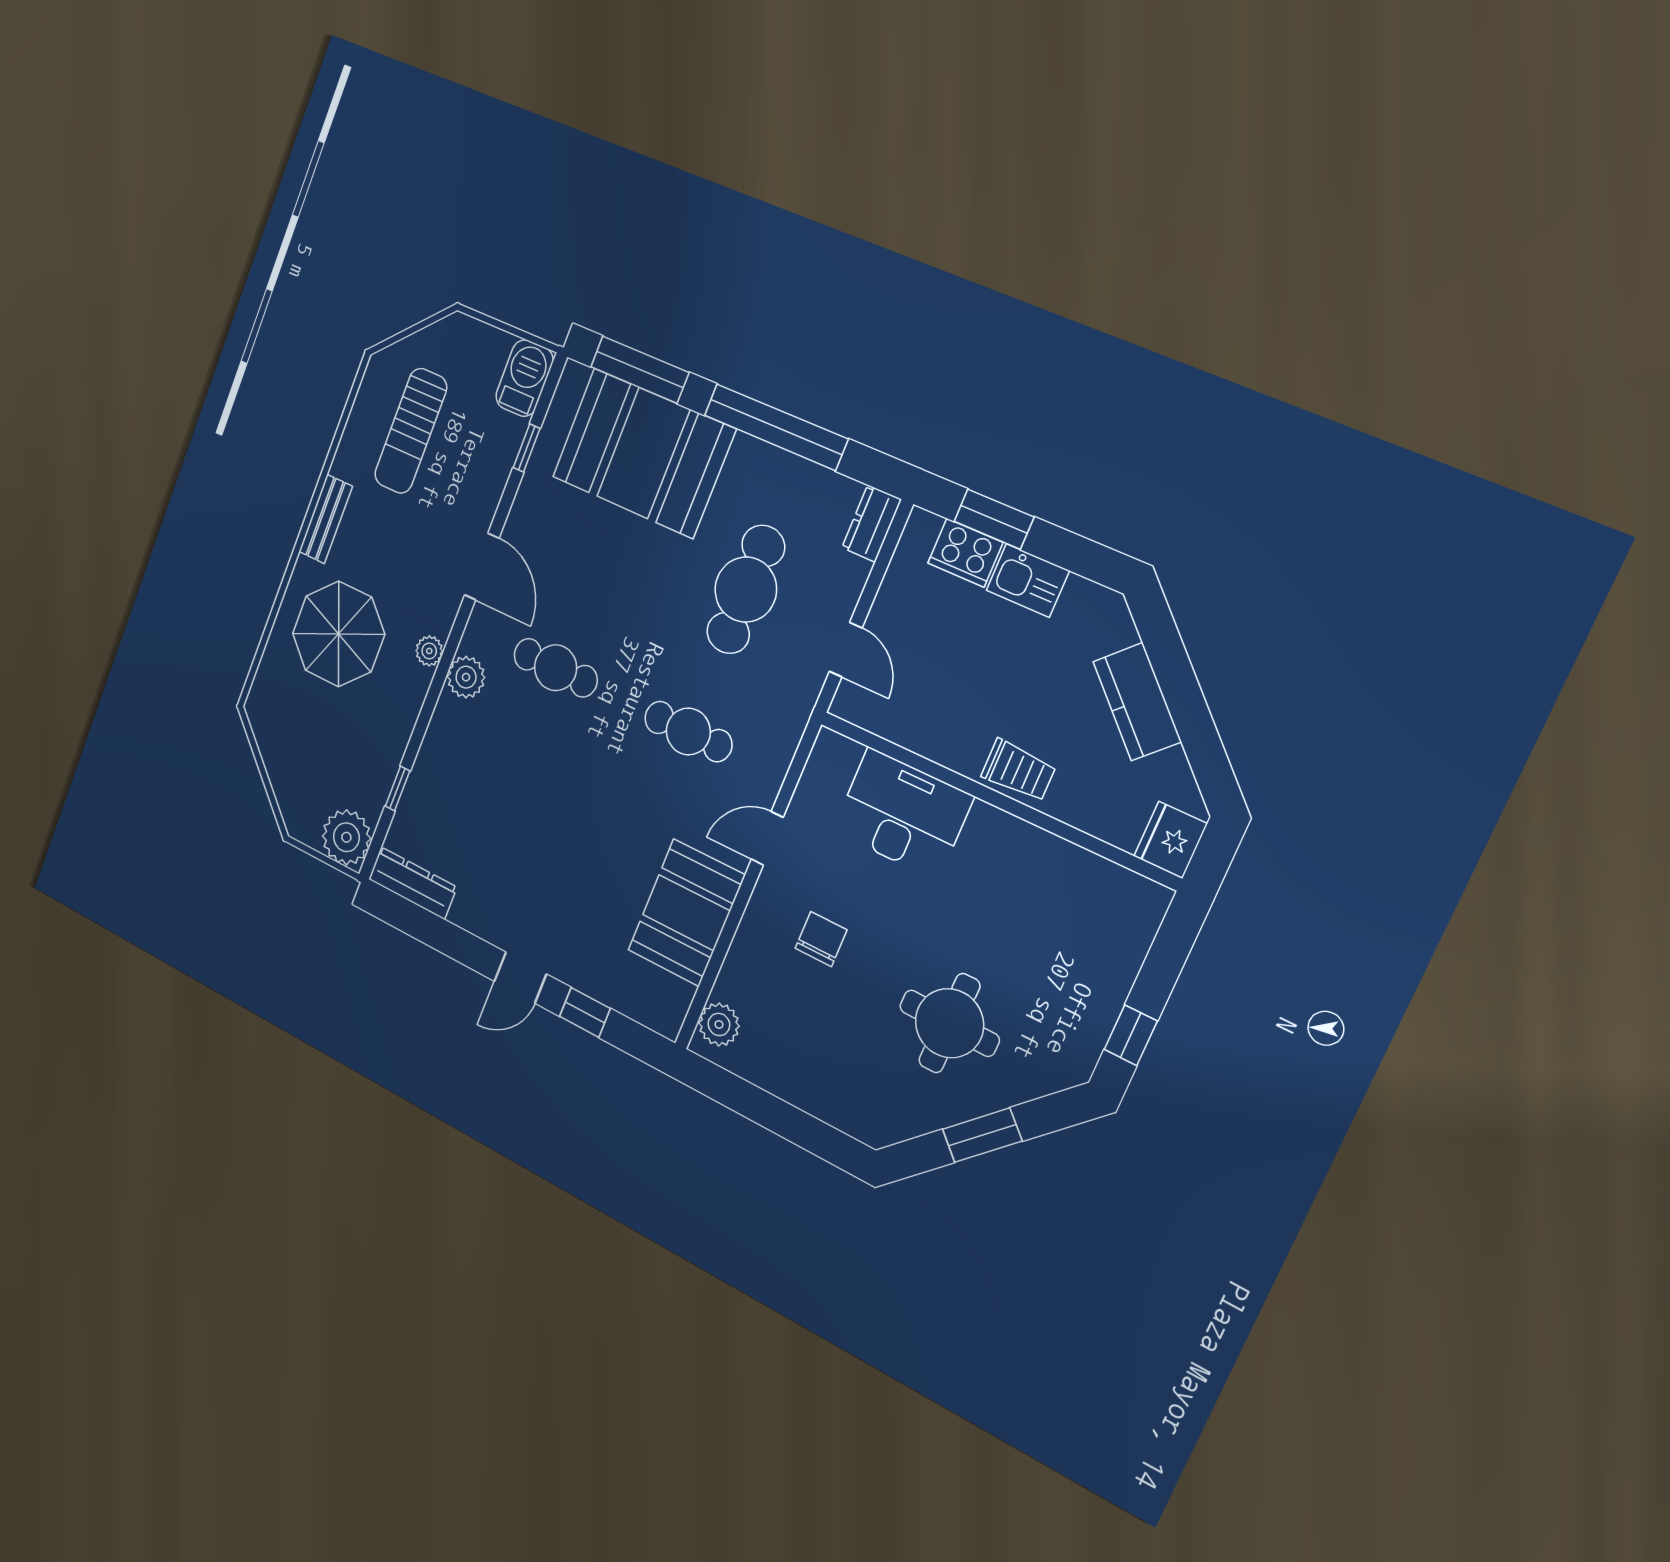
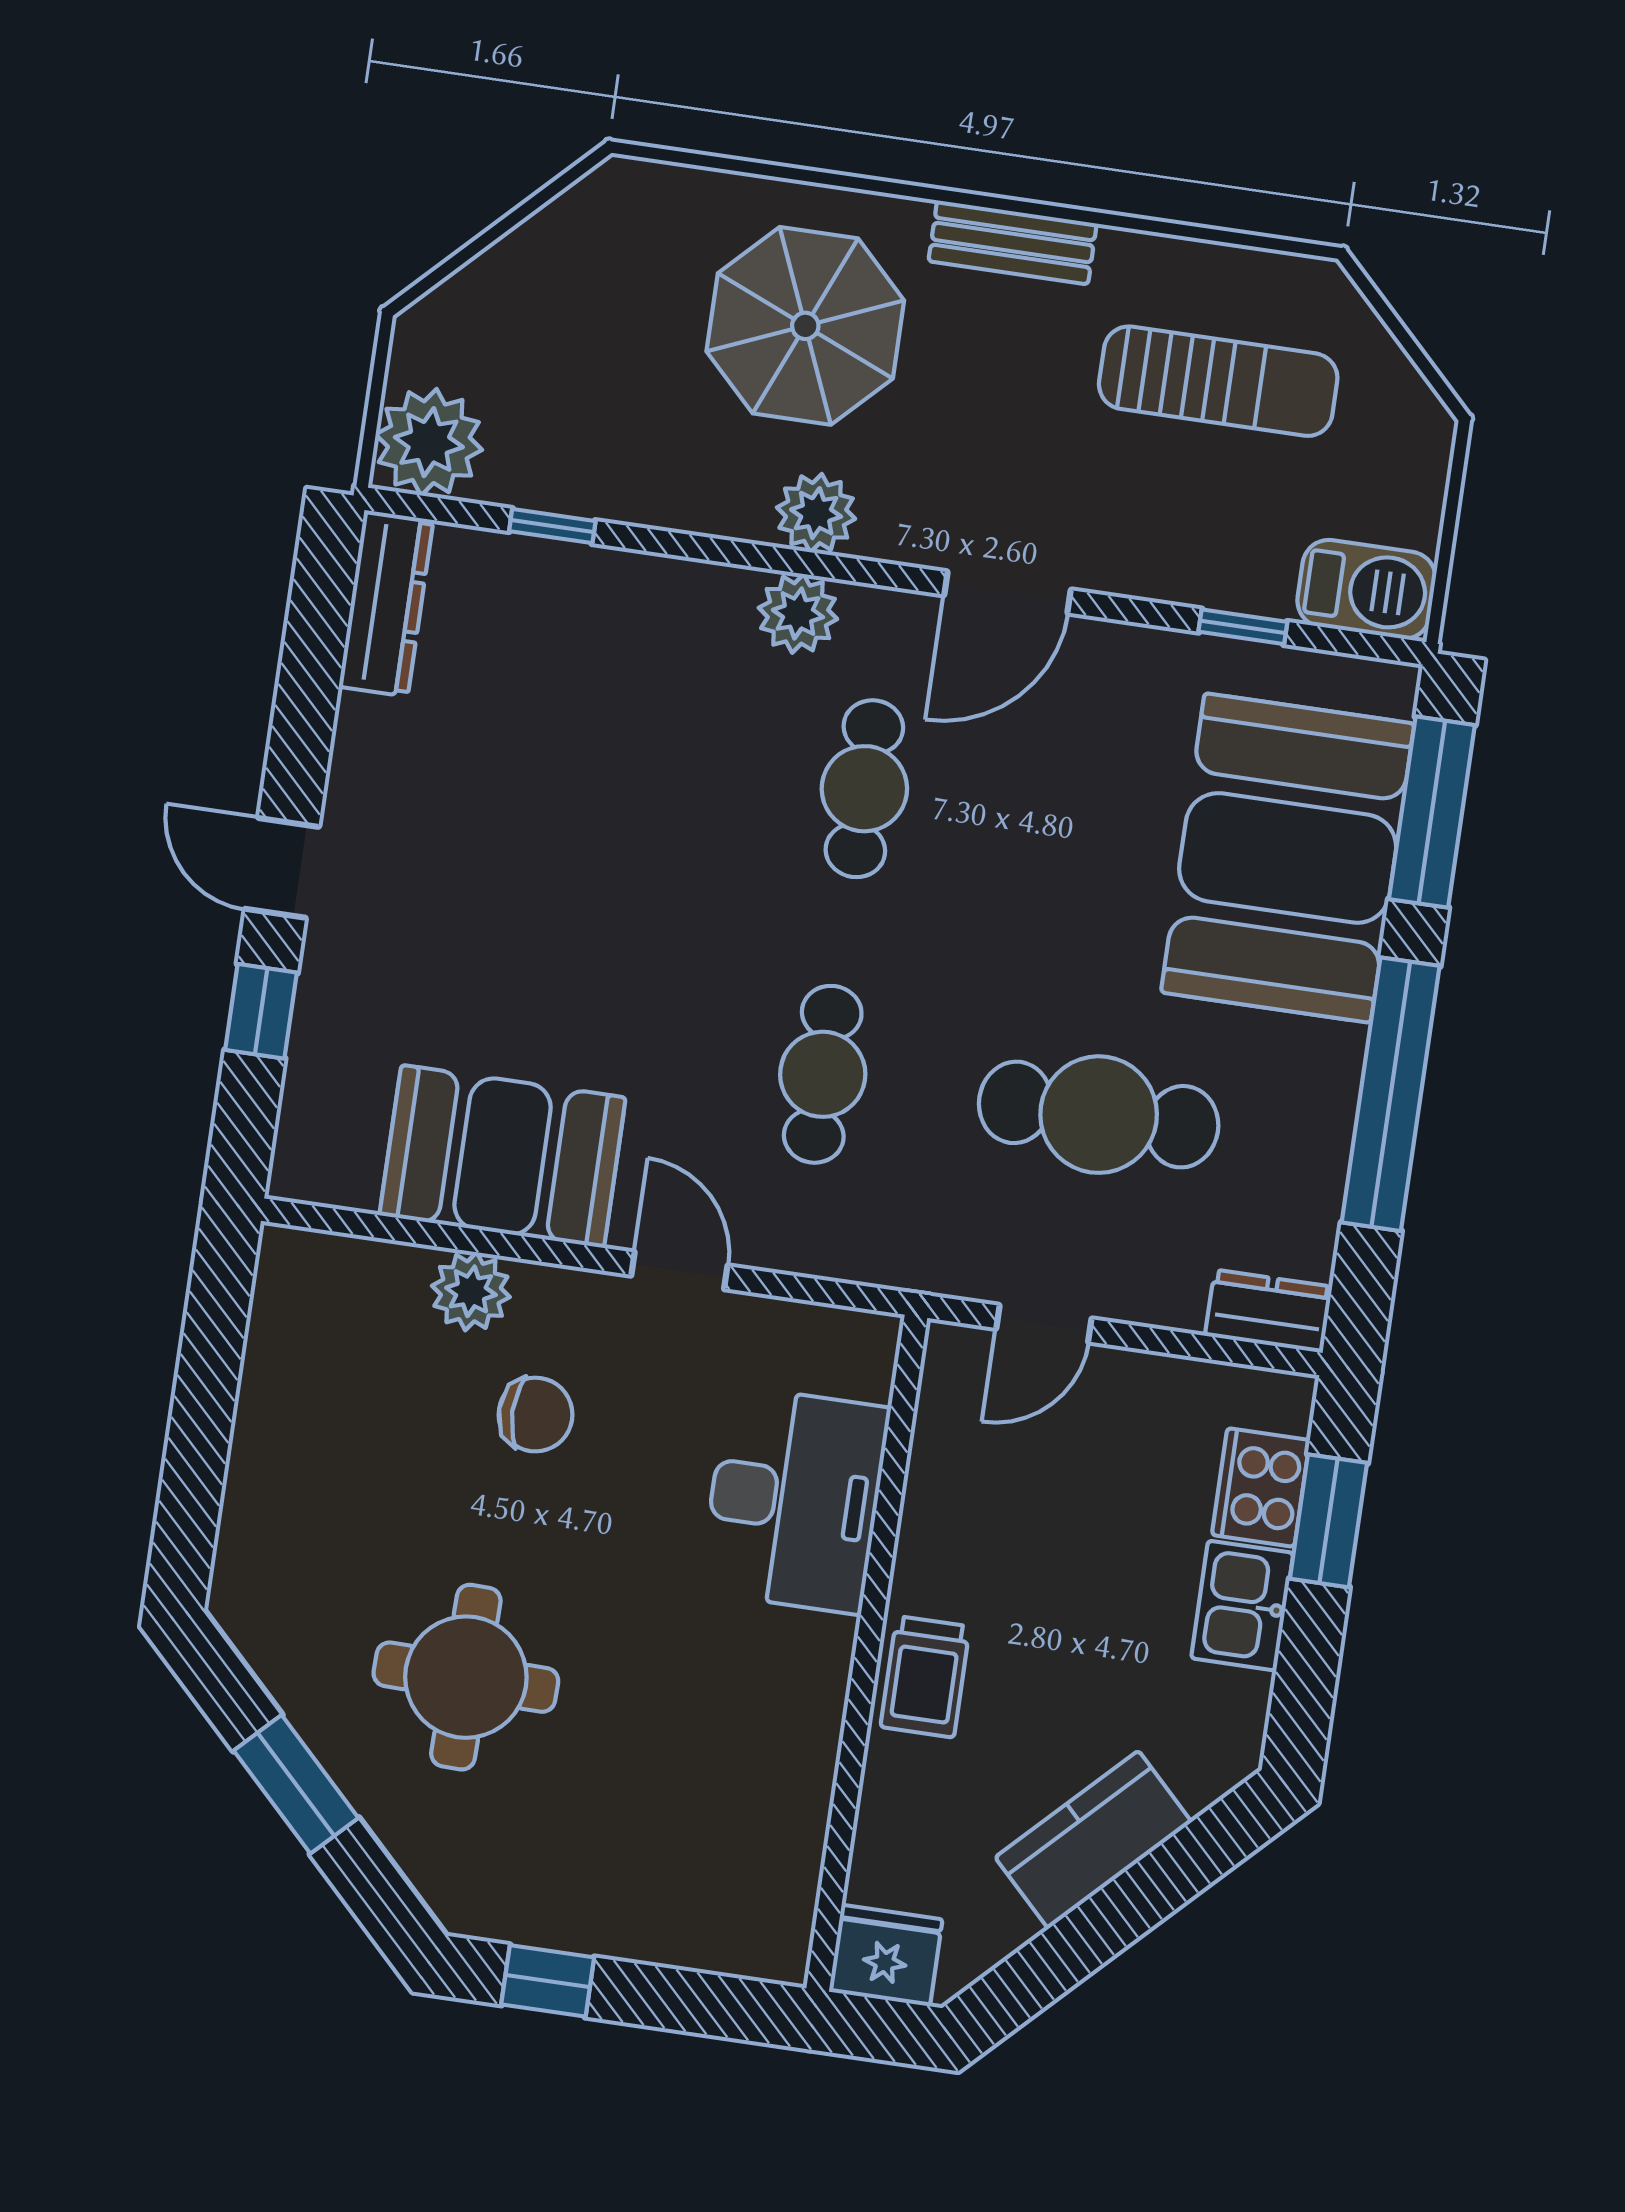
sun lounger: (411, 431) -> (1218, 381), turned 180
plant: (429, 651) -> (816, 513), width x1.38, depth x1.38
plant: (719, 1024) -> (471, 1291), moved

